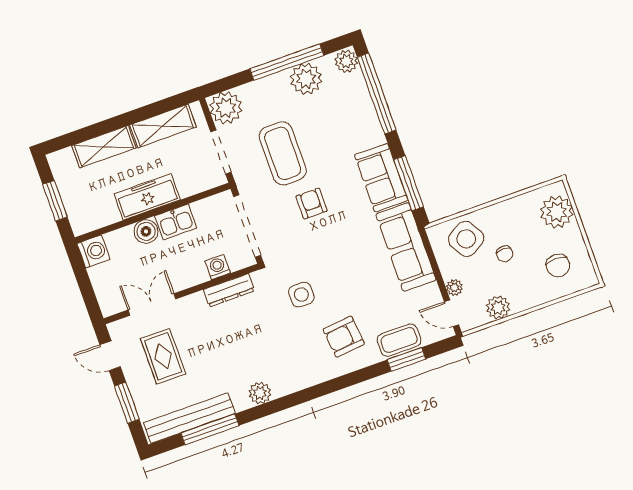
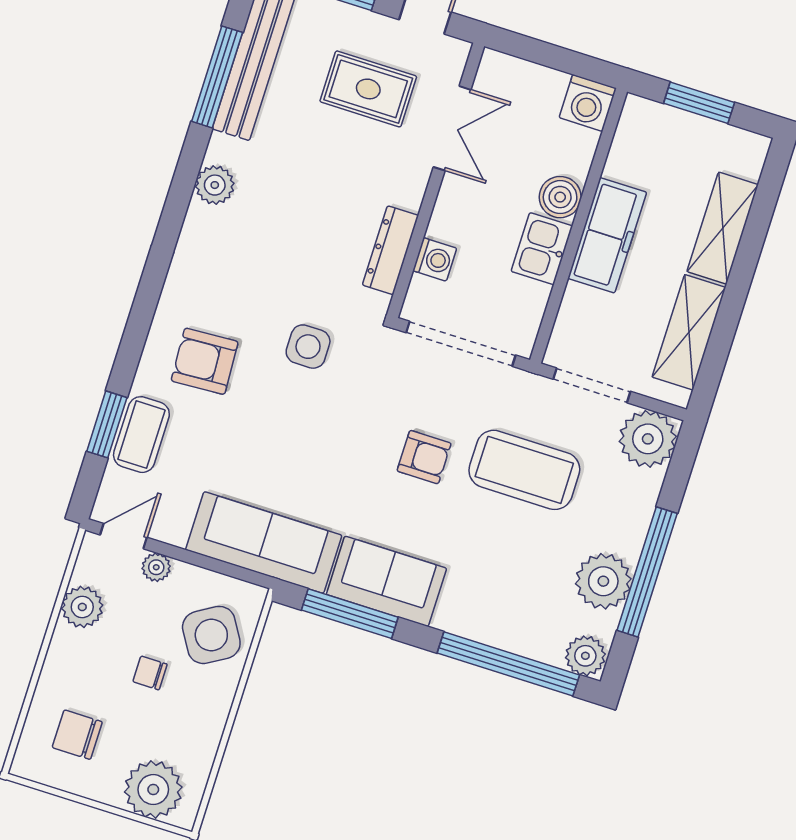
armchair: (344, 337) -> (205, 361), turned -87

